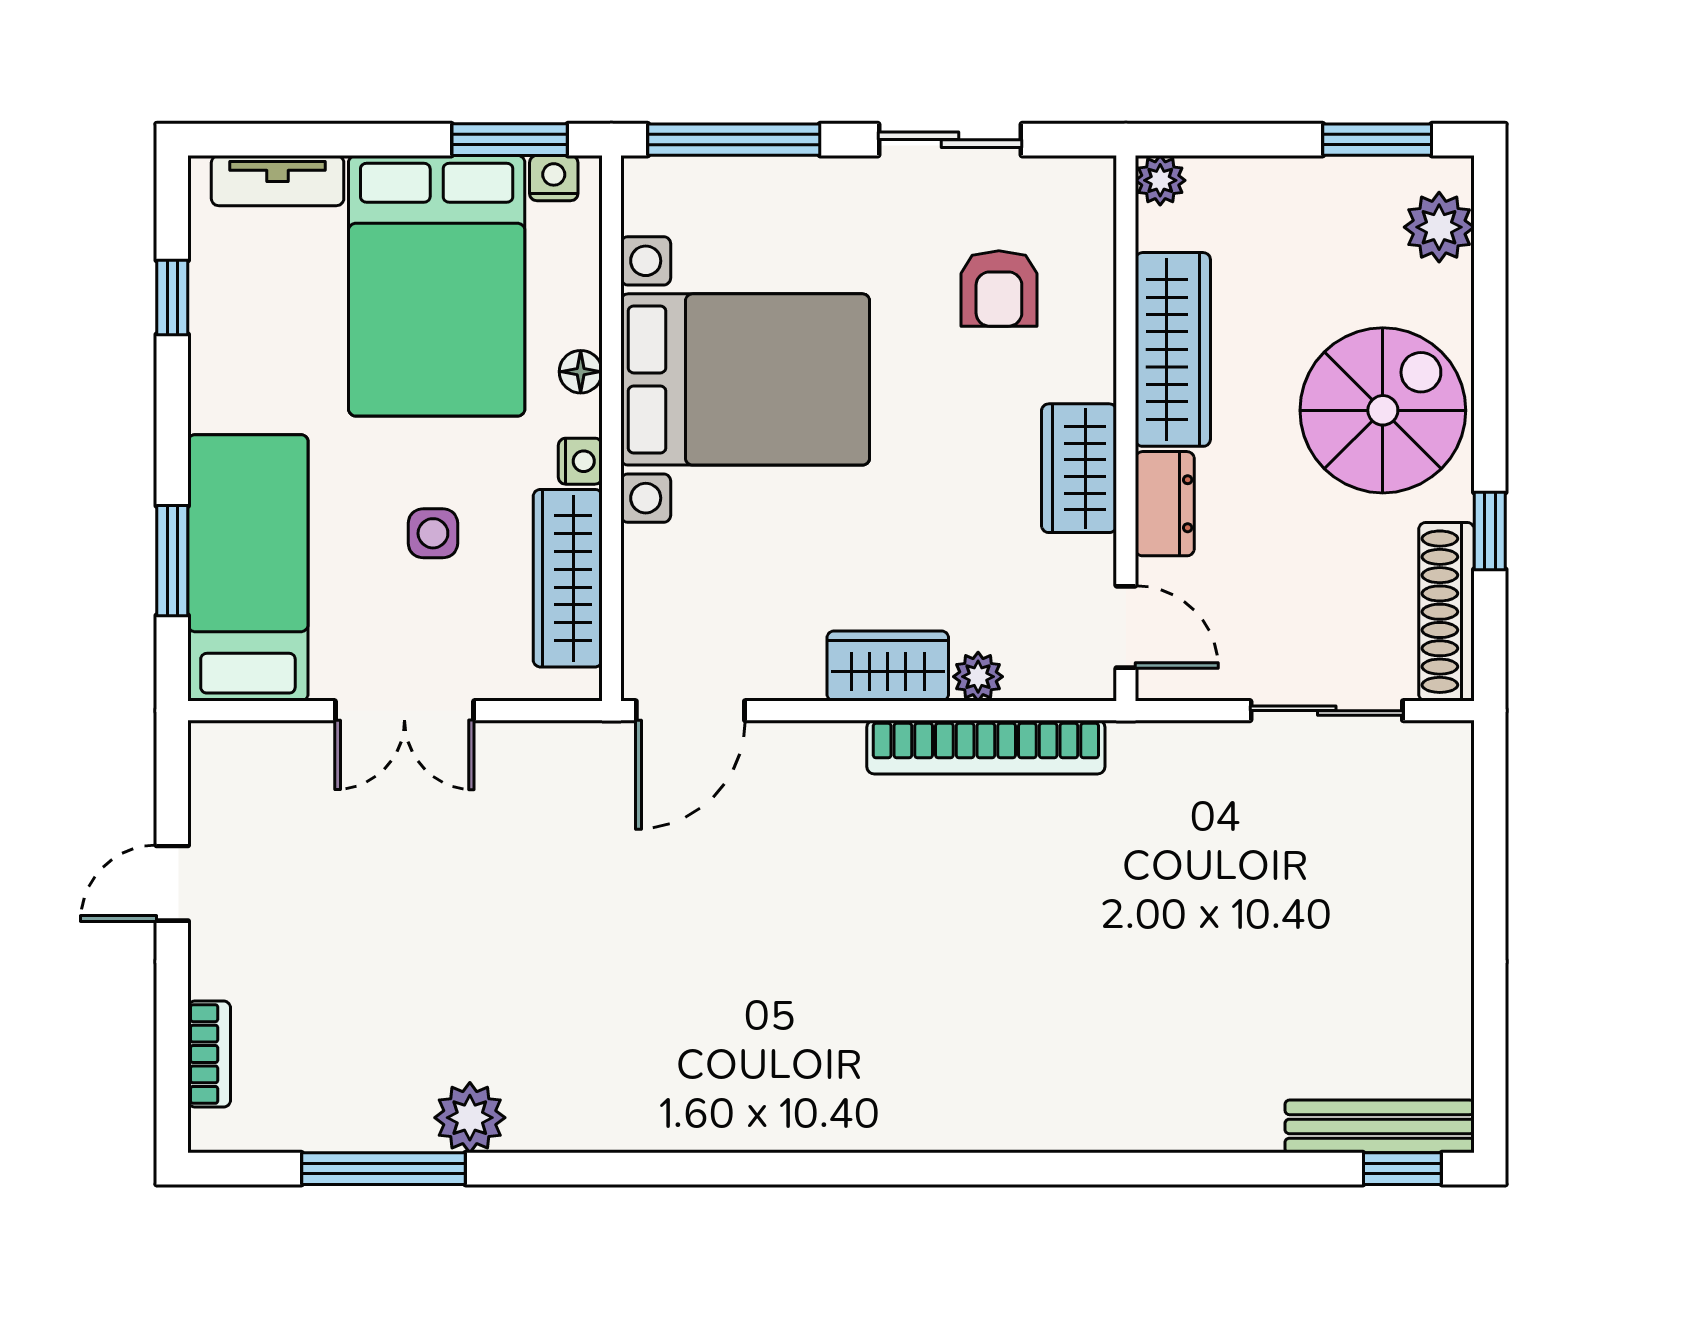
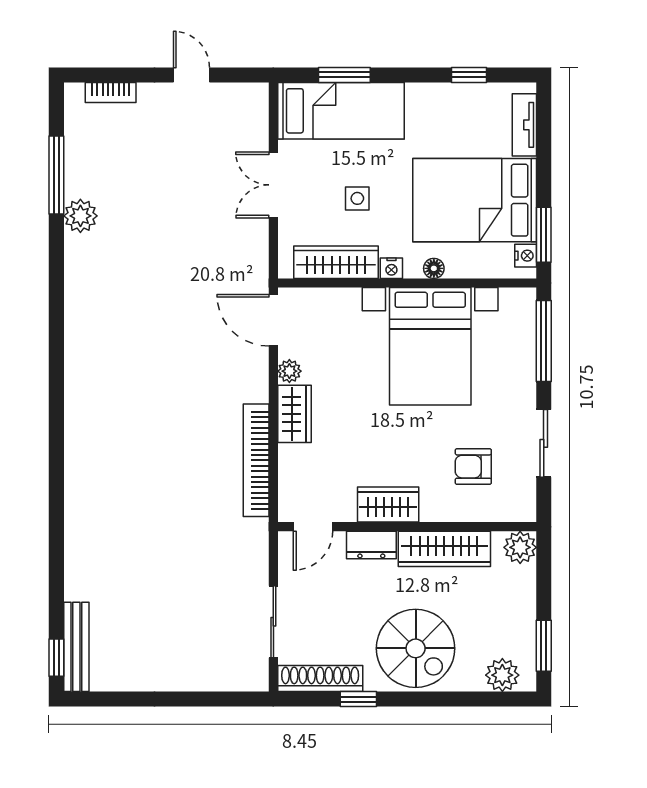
plant: (1160, 180) -> (520, 547), width x1.38, depth x1.38
plant: (978, 677) -> (289, 371), moved

